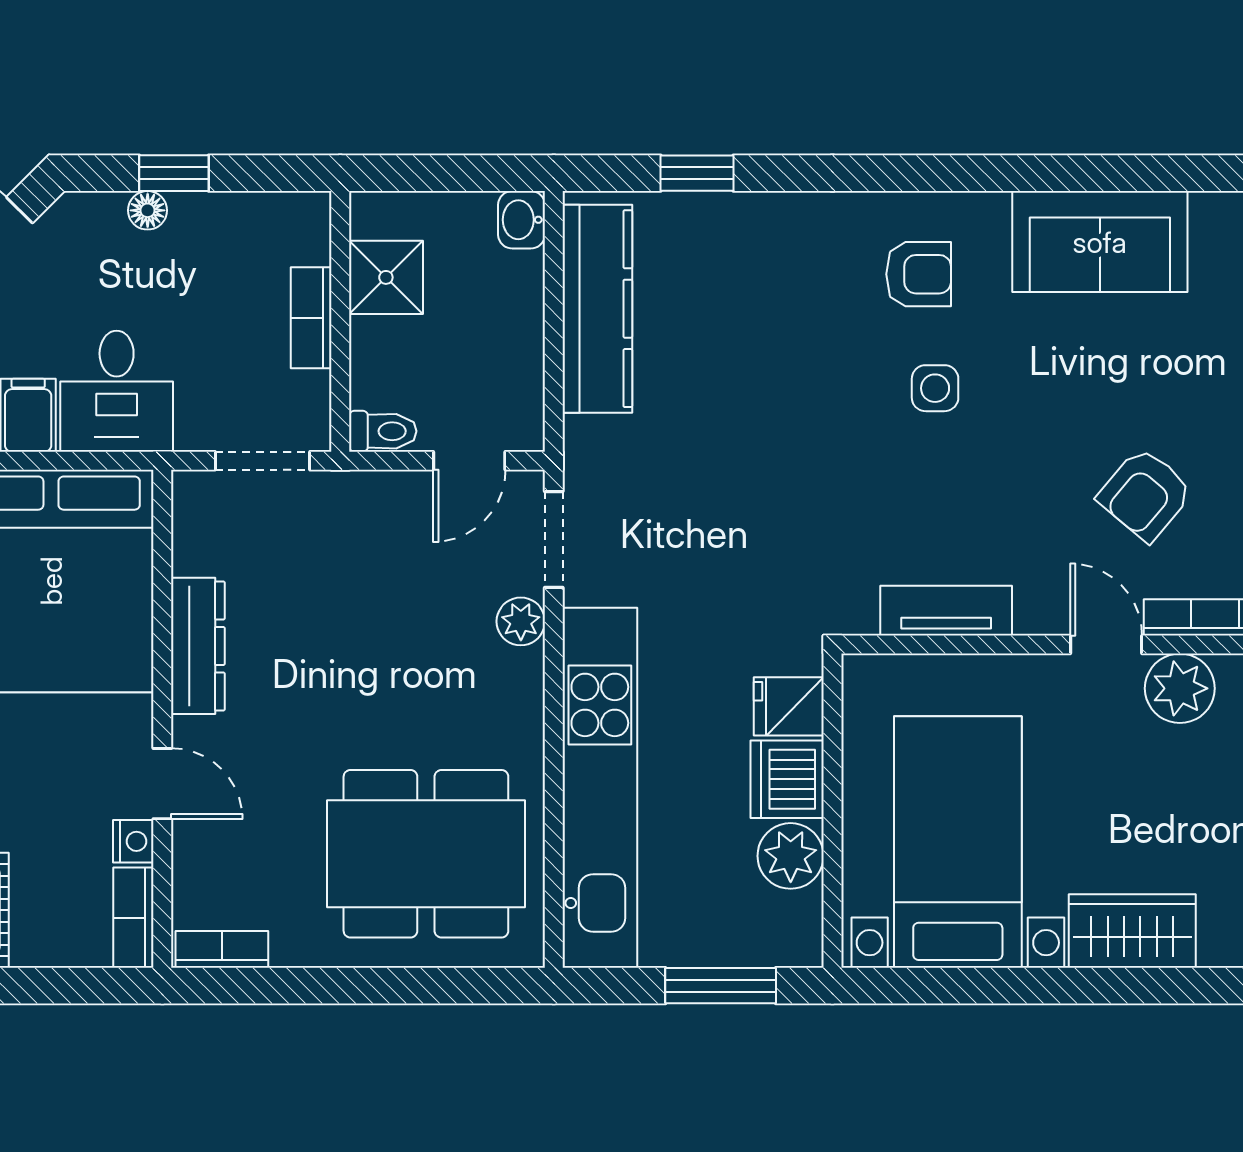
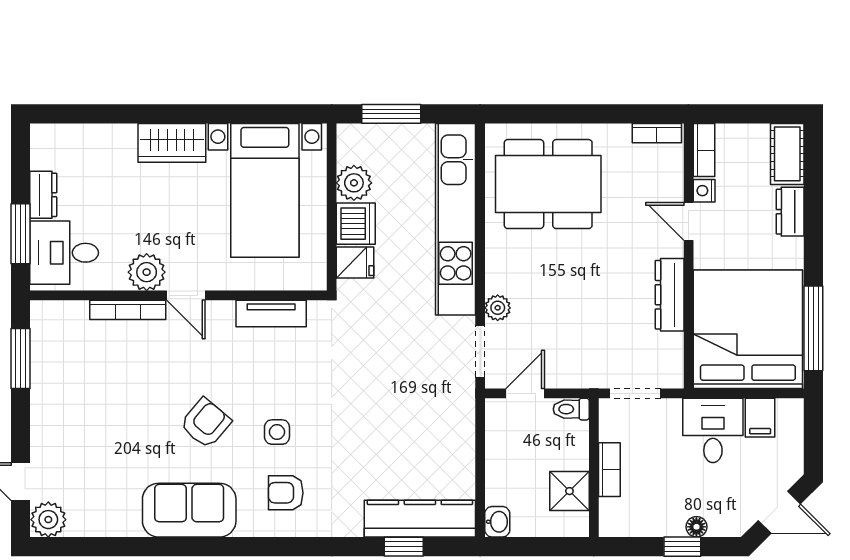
kitchen counter: (597, 309) -> (420, 519), moved, turned 90
armchair: (1145, 494) -> (206, 423), moved

